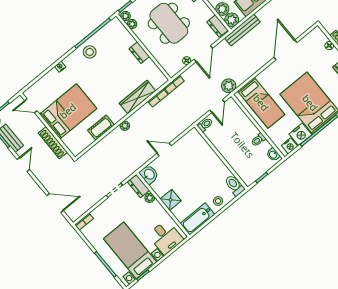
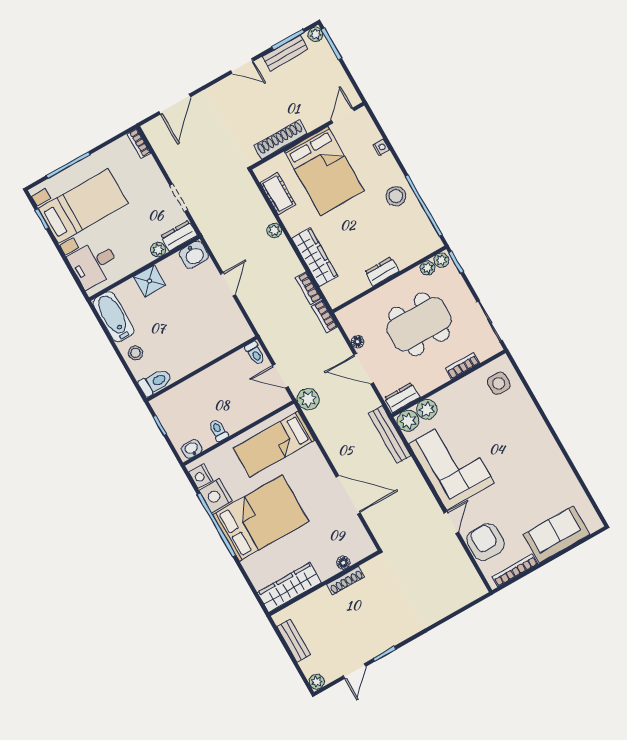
door: (31, 106) -> (343, 116), moved
bed: (68, 111) -> (324, 171), moved
wall: (47, 126) -> (307, 136), moved
shoe rack: (53, 143) -> (281, 140), moved

